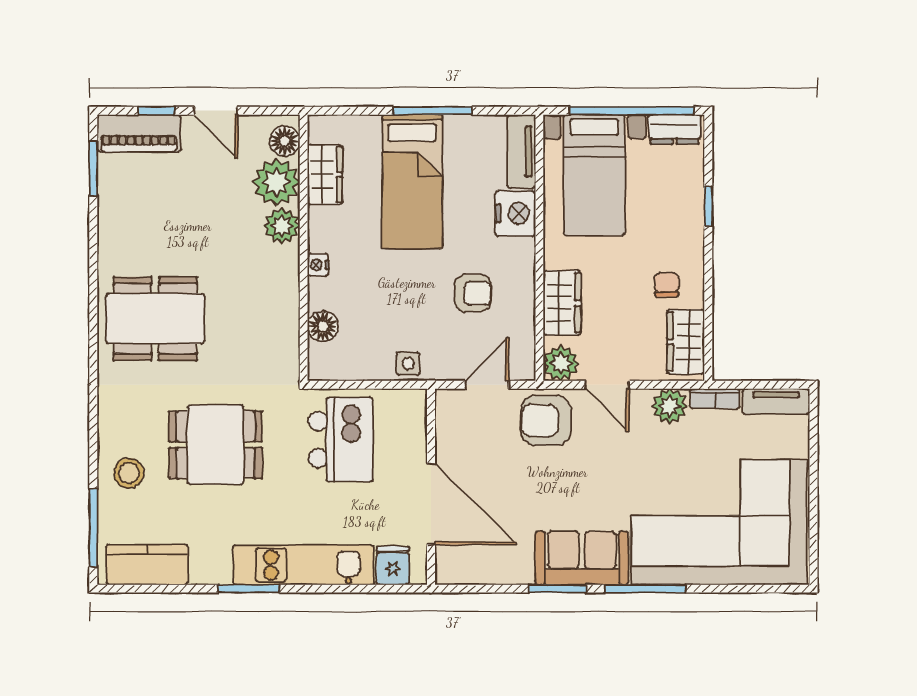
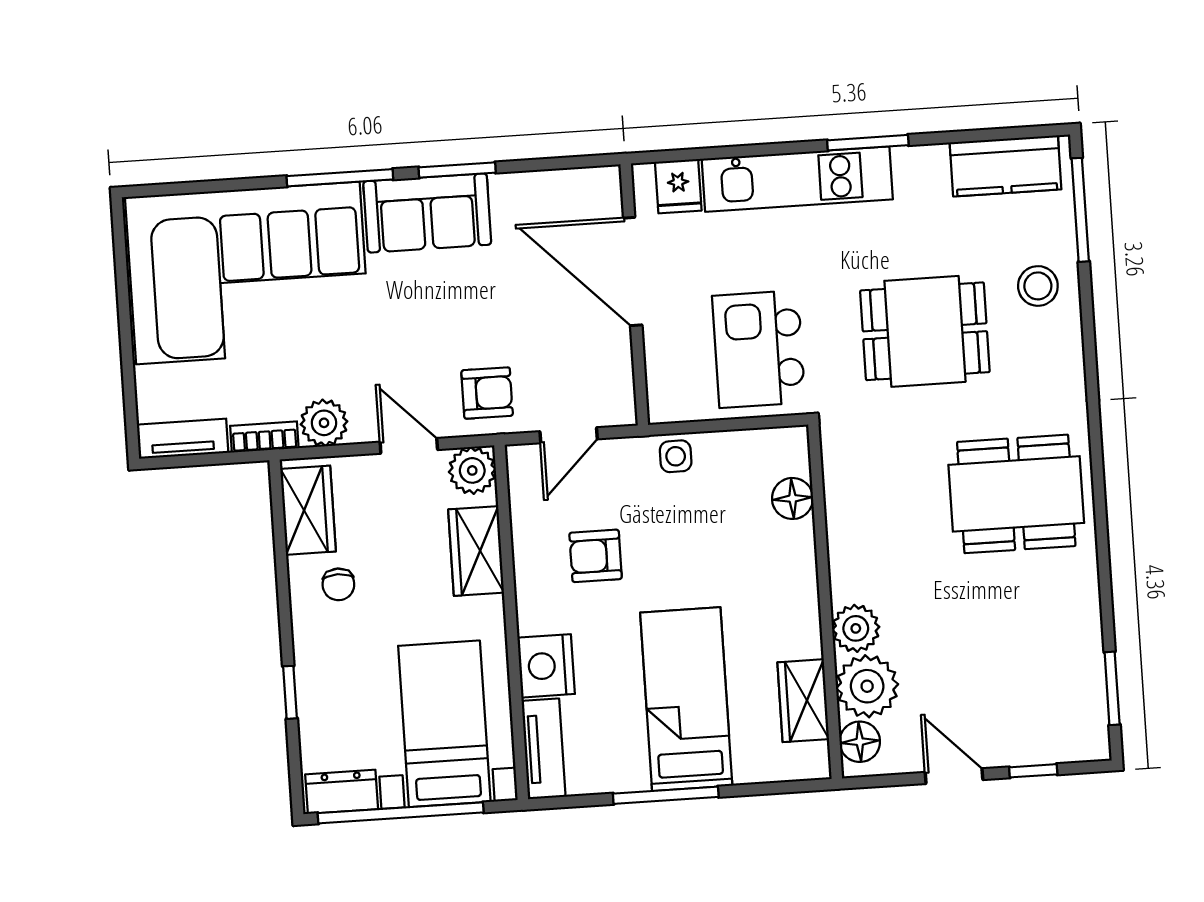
piano: (139, 133) -> (1054, 739), removed
nightstand: (318, 265) -> (804, 580), removed
armchair: (546, 420) -> (487, 393), width x0.72, depth x0.72

